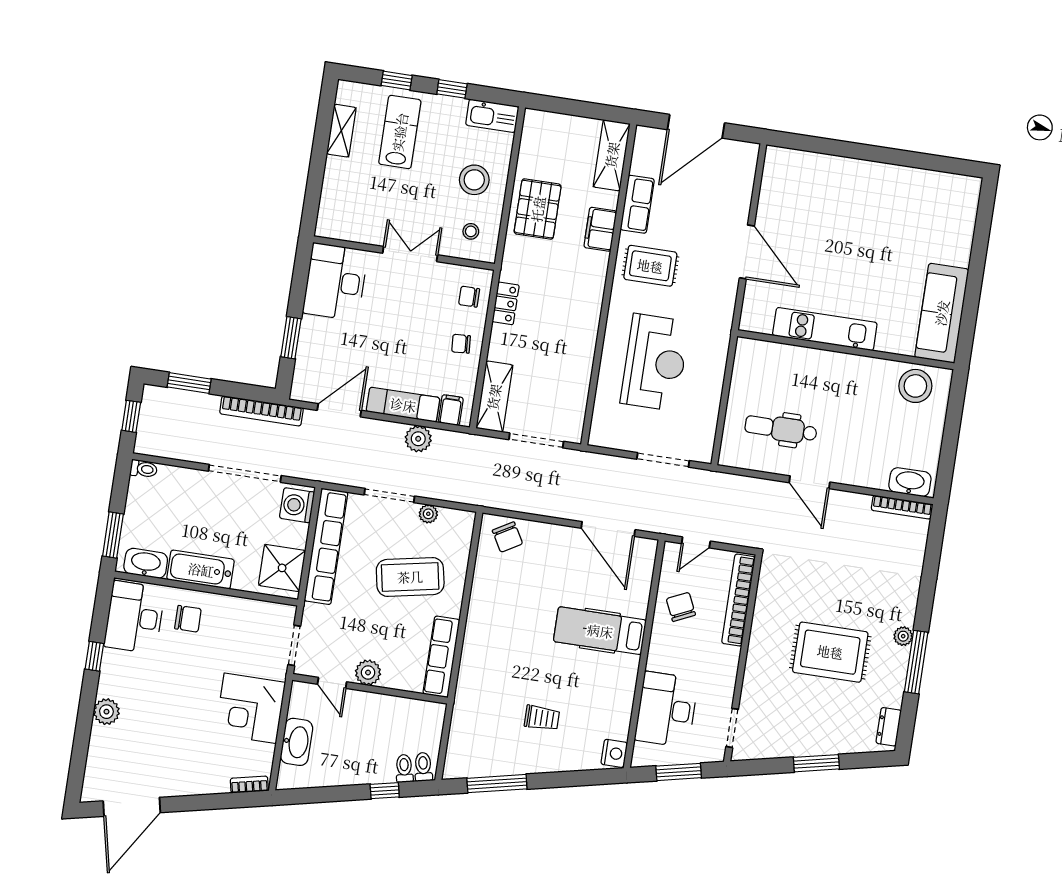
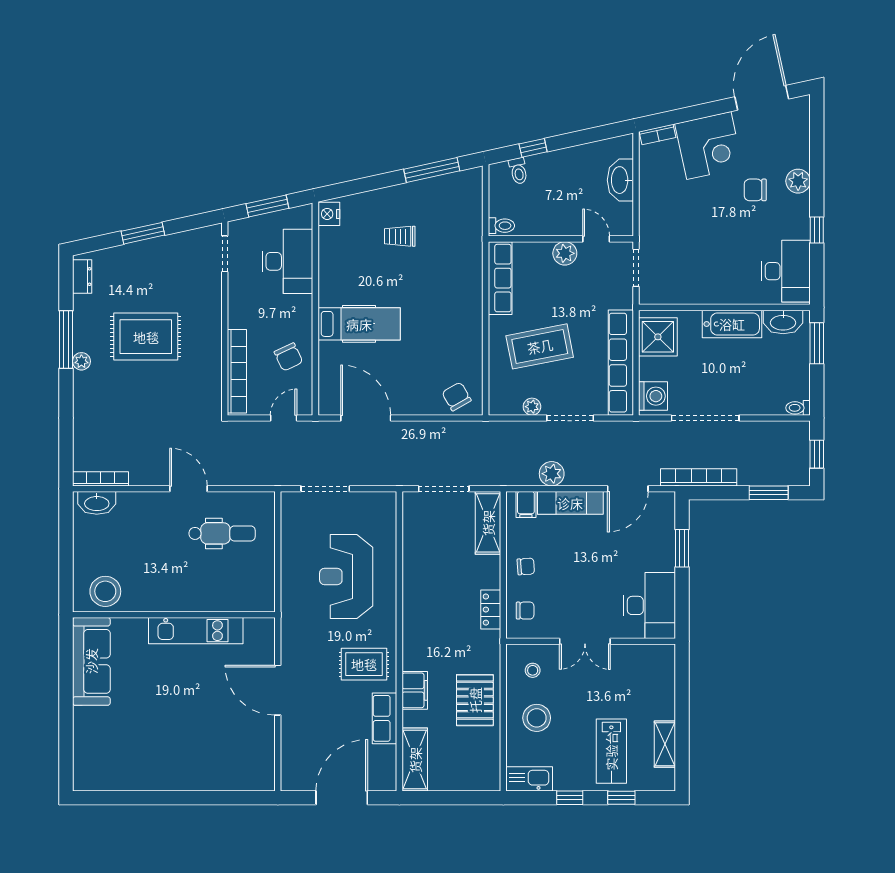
chair: (188, 619) -> (755, 190), moved
corner desk: (250, 708) -> (709, 146), moved, turned 78
toilet: (423, 767) -> (501, 226), moved, turned -78

